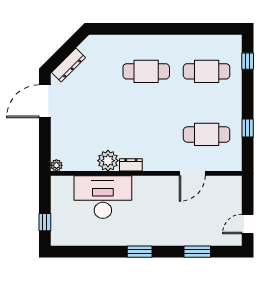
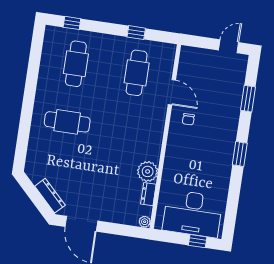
cafe table: (146, 71) -> (67, 122), turned 90
dresser: (131, 165) -> (148, 194), moved
chair: (167, 194) -> (188, 119), added
desk: (103, 197) -> (193, 214), moved, turned -90
door: (248, 224) -> (229, 46), swing flipped

